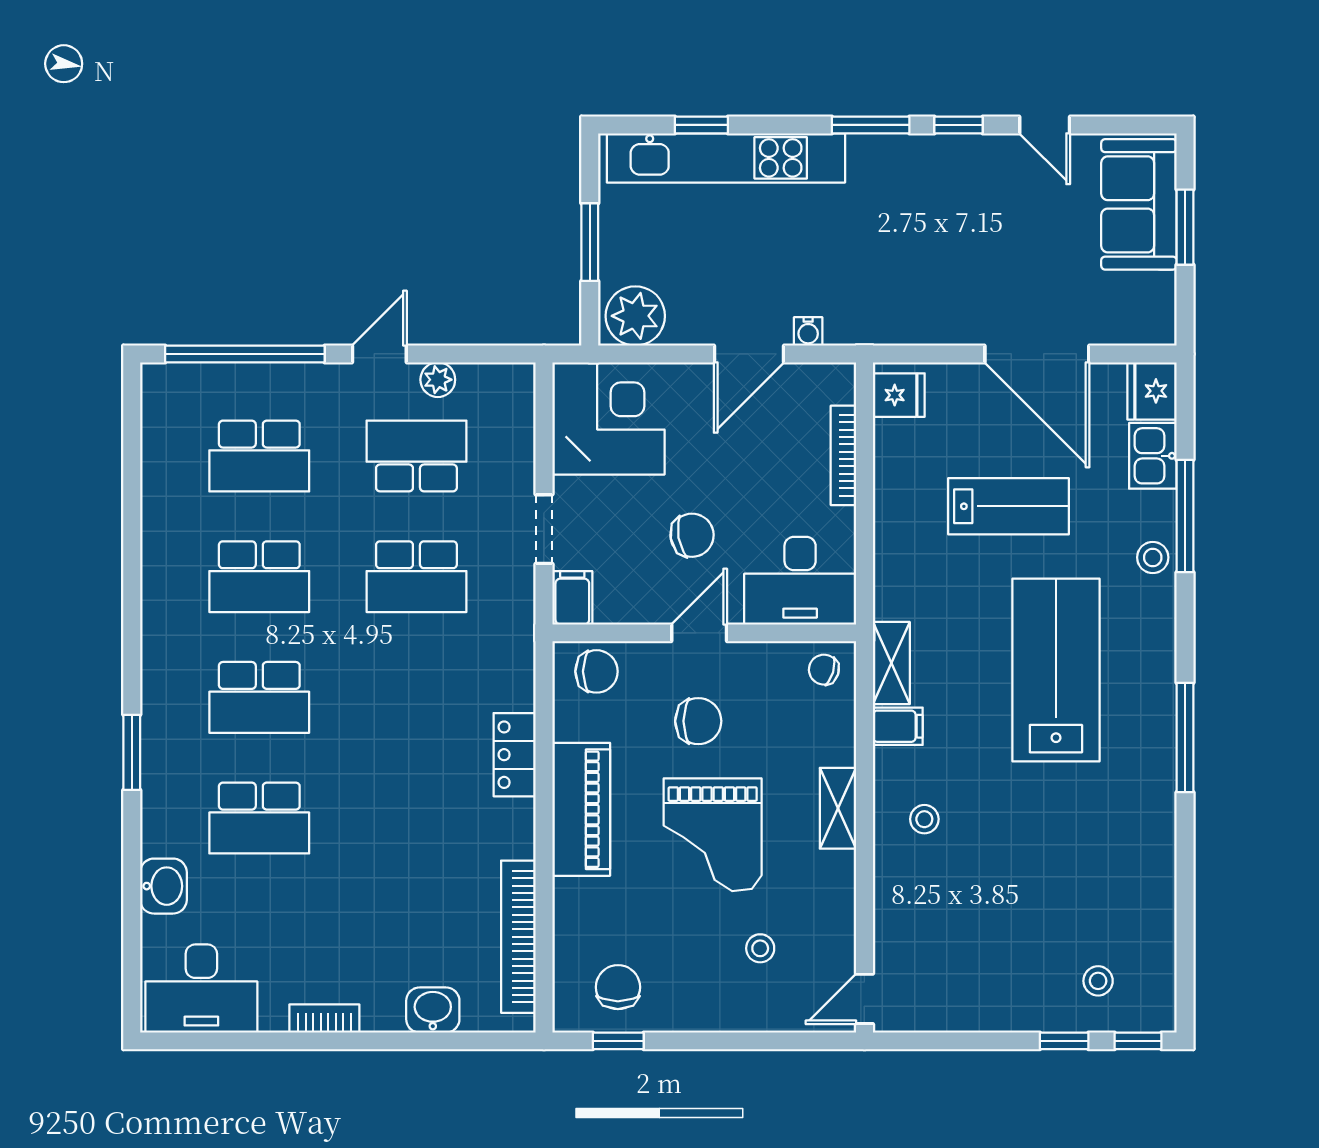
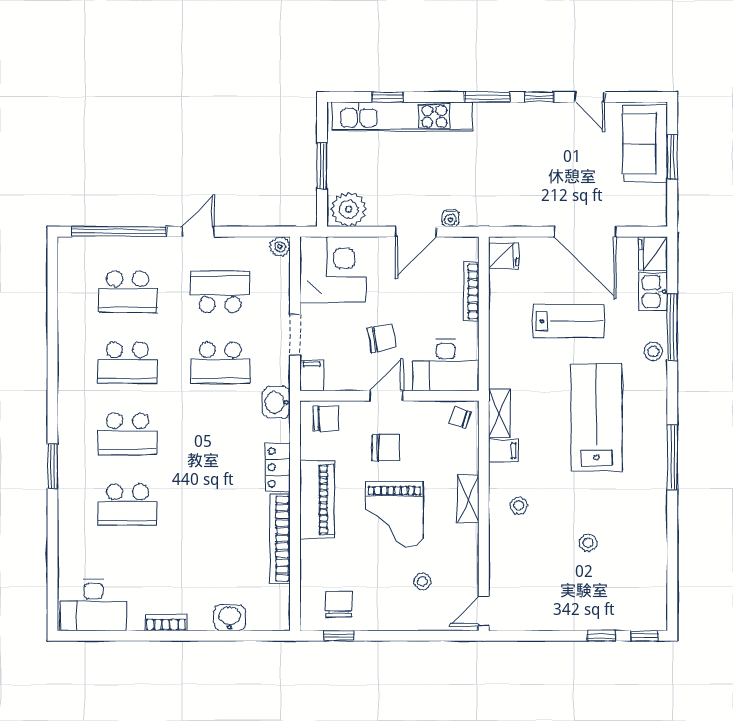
plant: (438, 380) -> (280, 247), moved
washbasin: (163, 886) -> (276, 402), moved, turned 180
bookcase: (518, 937) -> (280, 539), moved
stool: (1098, 981) -> (588, 543), moved

